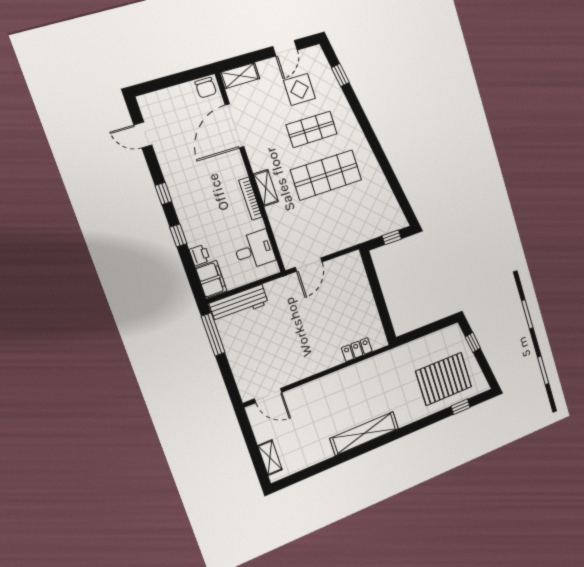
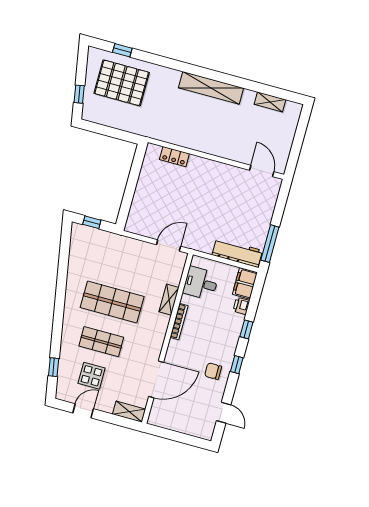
chair: (206, 88) -> (213, 371), moved, turned -89
shelving: (266, 188) -> (169, 300), moved
shelving: (270, 458) -> (270, 102), moved, turned 90

